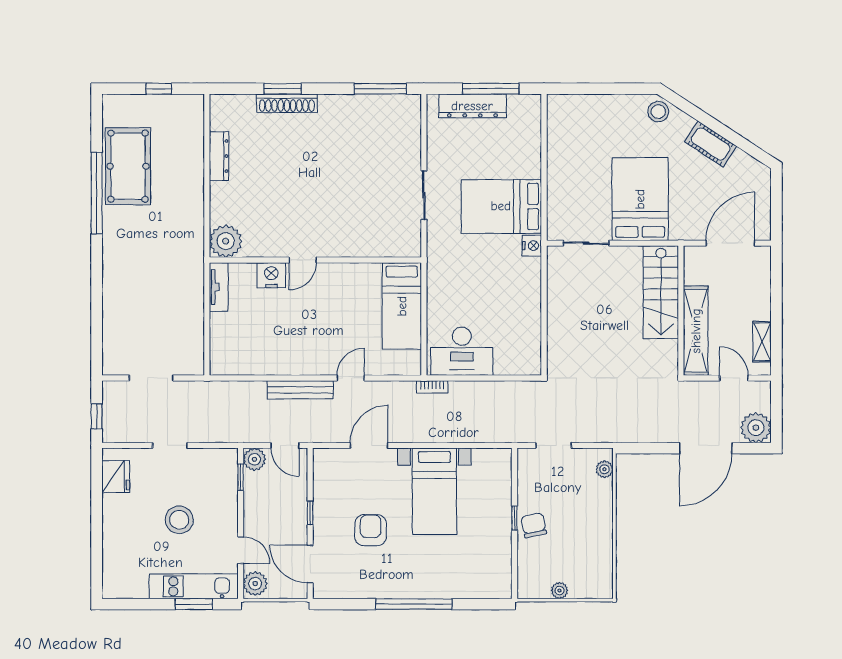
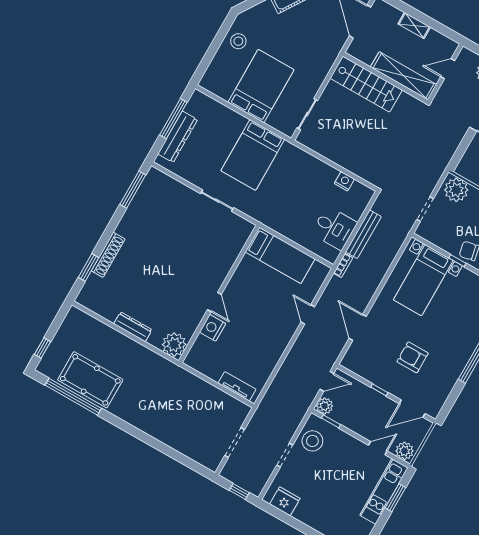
window: (159, 89) -> (43, 348), moved
window: (283, 89) -> (88, 267), moved
stool: (658, 112) -> (238, 41), moved
dresser: (219, 156) -> (133, 327), moved
window: (97, 193) -> (73, 397), moved
bed: (640, 199) -> (261, 86), moved, turned 90
nightstand: (532, 246) -> (344, 181), moved
tv unit: (219, 287) -> (237, 386), moved
shelving: (762, 342) -> (414, 25), moved
desk: (462, 351) -> (334, 228), width x0.73
bench: (300, 390) -> (363, 234), moved
plant: (604, 469) -> (456, 190), width x1.87, depth x1.87
bed with nightstands: (434, 491) -> (423, 280), moved, turned 90
stool: (179, 520) -> (312, 441), moved

